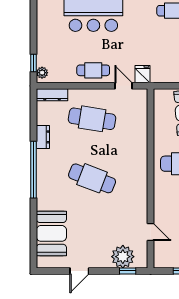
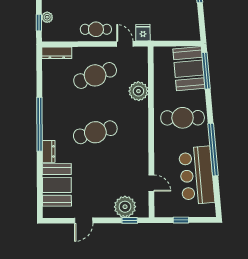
plant: (42, 73) -> (47, 17), moved
cafe table: (92, 119) -> (95, 75), turned -30
plant: (138, 135) -> (138, 91), added
dresser: (43, 137) -> (49, 151), moved
cafe table: (92, 178) -> (95, 132), turned -36

